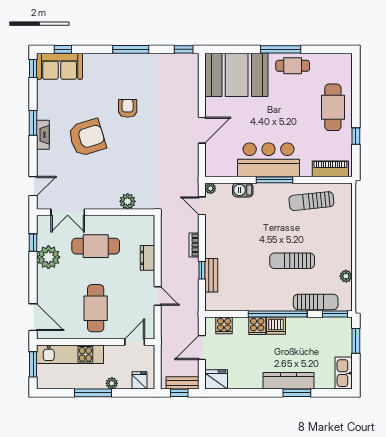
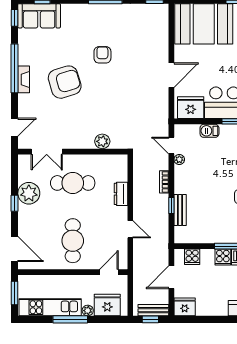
window: (33, 123) -> (14, 68), width x2.11
fridge: (222, 165) -> (191, 108), added
plant: (210, 188) -> (179, 159), moved
window: (33, 243) -> (14, 203), moved
kitchen unit: (70, 354) -> (50, 307), moved, turned 180
fridge: (139, 380) -> (107, 305), width x1.88, depth x1.34

